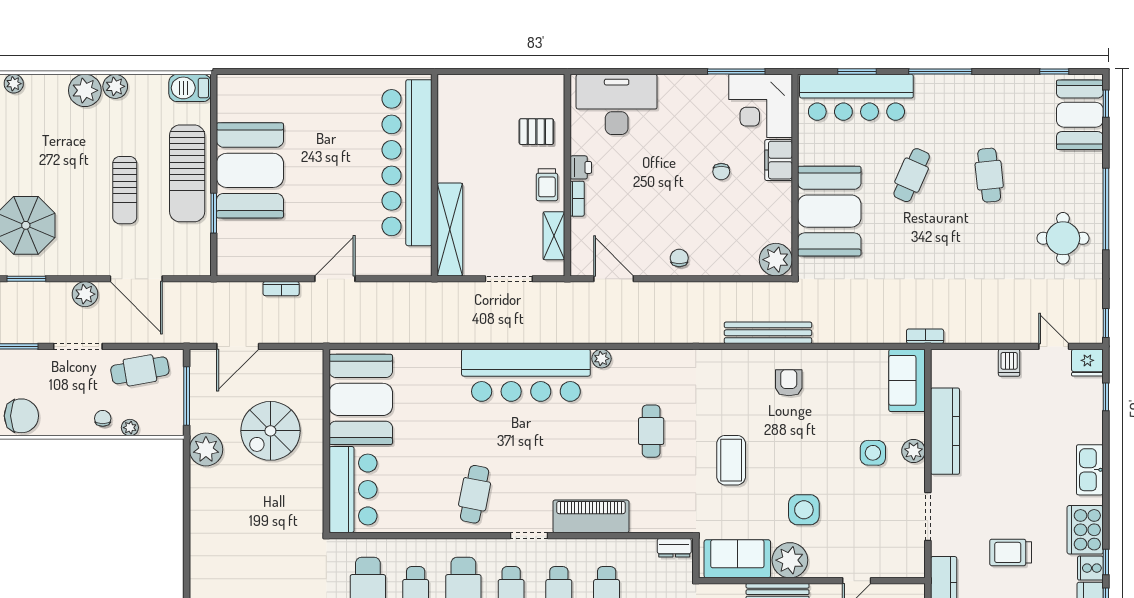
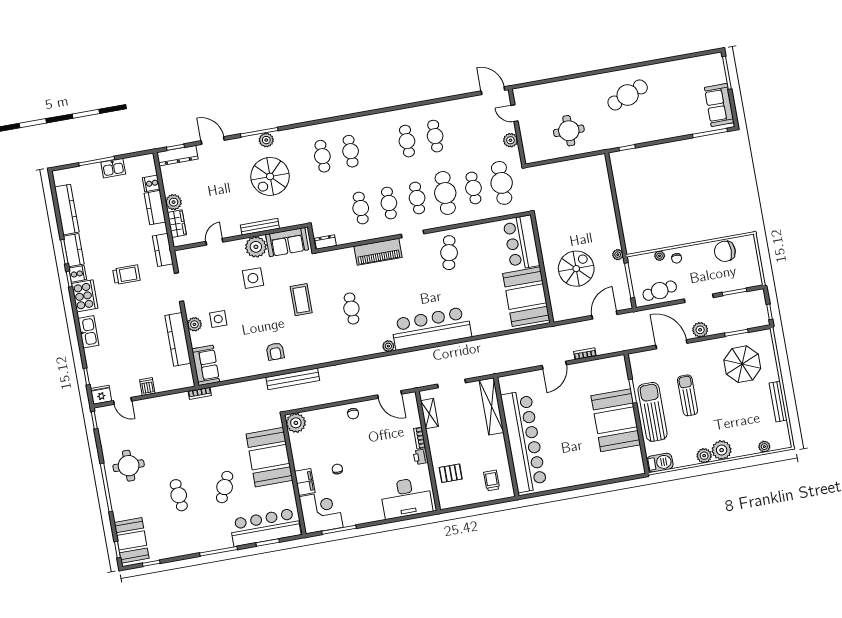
trolley: (547, 185) -> (492, 480), moved
plant: (206, 449) -> (618, 255), width x0.53, depth x0.53

